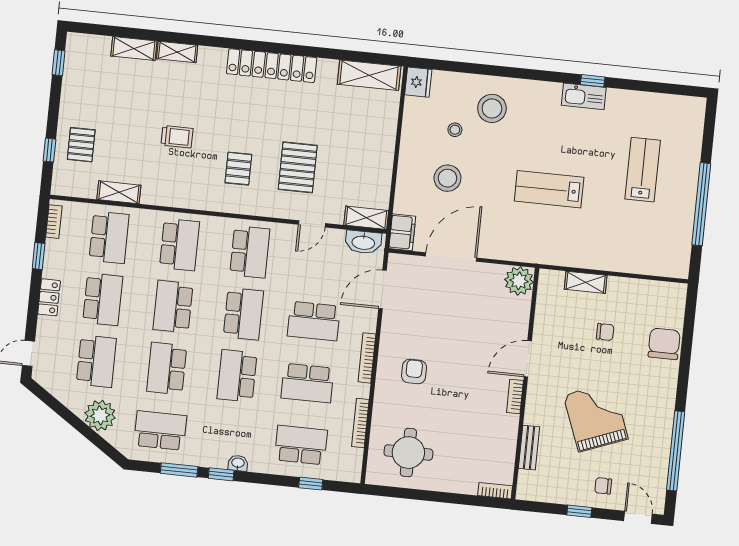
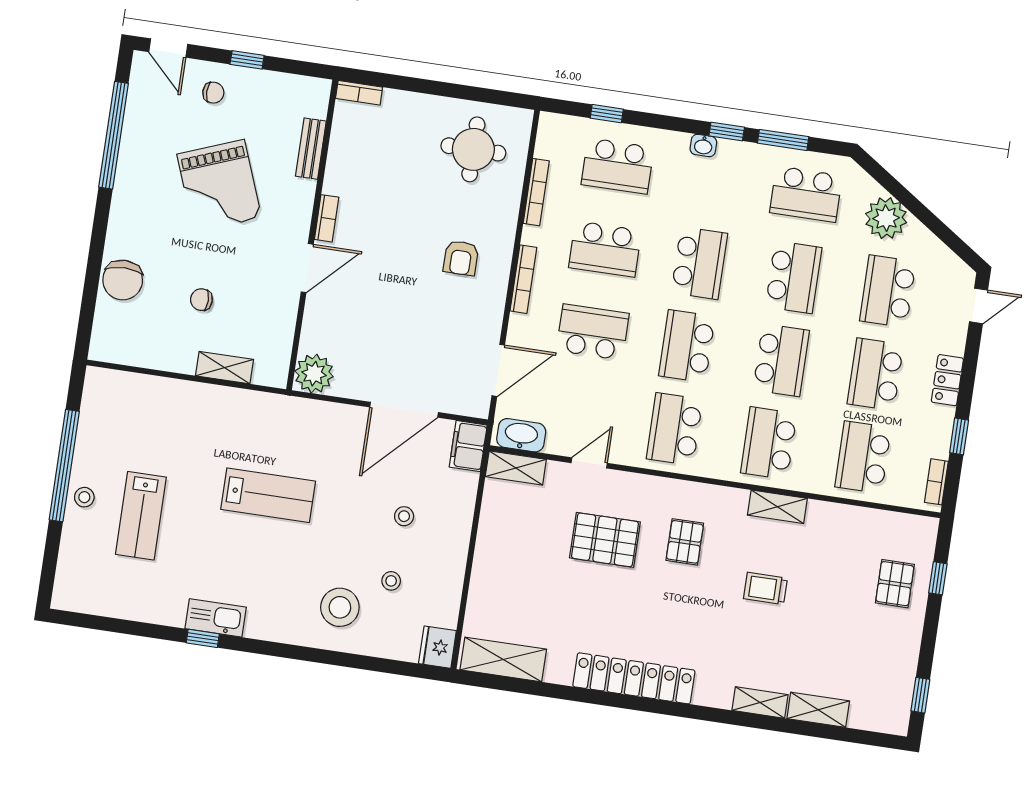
pallet: (298, 167) -> (605, 540), turned 90
stool: (447, 178) -> (404, 516), width x0.53, depth x0.53
stool: (685, 182) -> (84, 497), added
shelving: (119, 192) -> (777, 507), moved
school desk: (307, 383) -> (605, 249), turned 180

